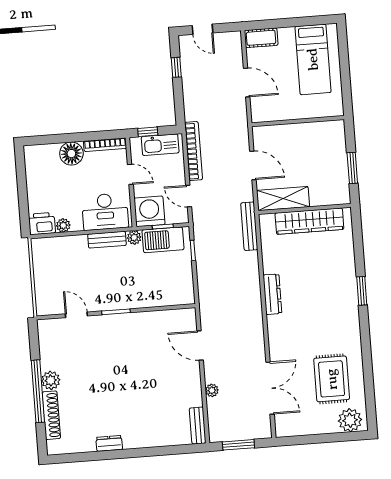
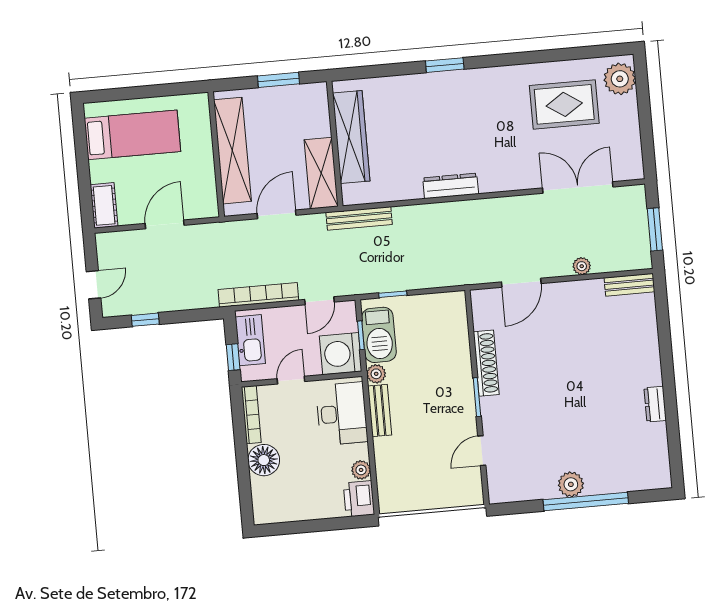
shelving: (301, 133) -> (232, 151), added
shoe rack: (51, 415) -> (486, 363), moved, turned 90

